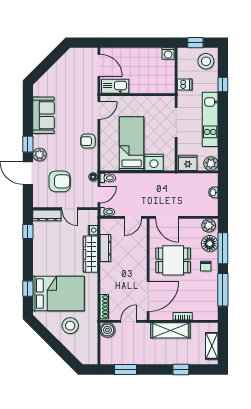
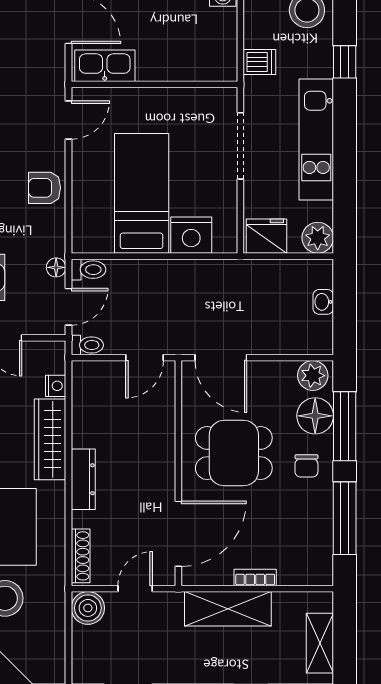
dresser: (105, 248) -> (83, 479), moved

